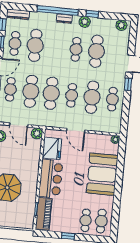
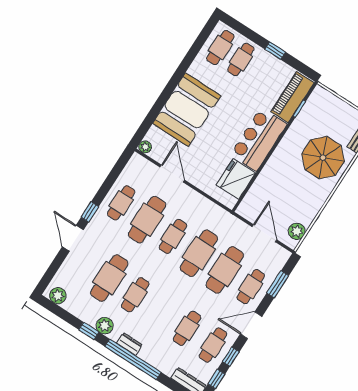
cafe table: (35, 45) -> (187, 328), width x0.73, depth x0.74
door: (76, 131) -> (172, 174), moved
plant: (37, 133) -> (246, 209), removed

